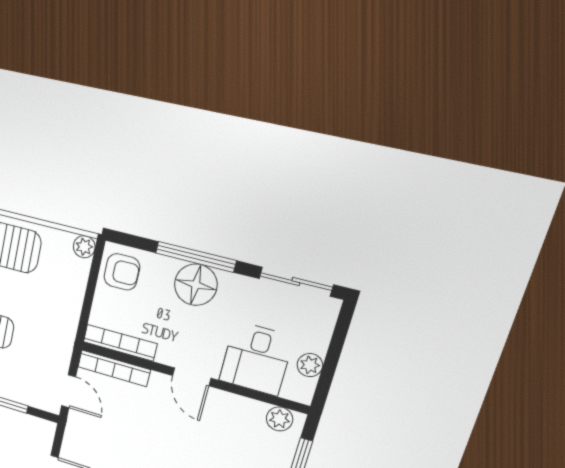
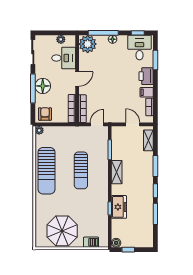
plant: (280, 419) -> (88, 44), width x1.87, depth x1.87

